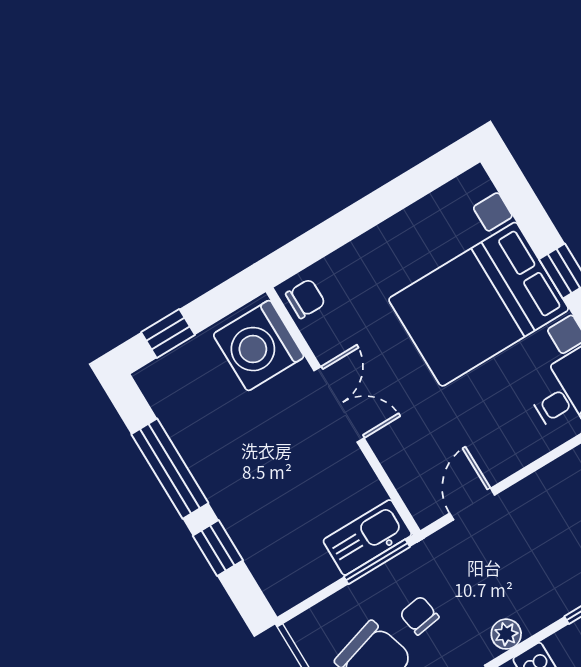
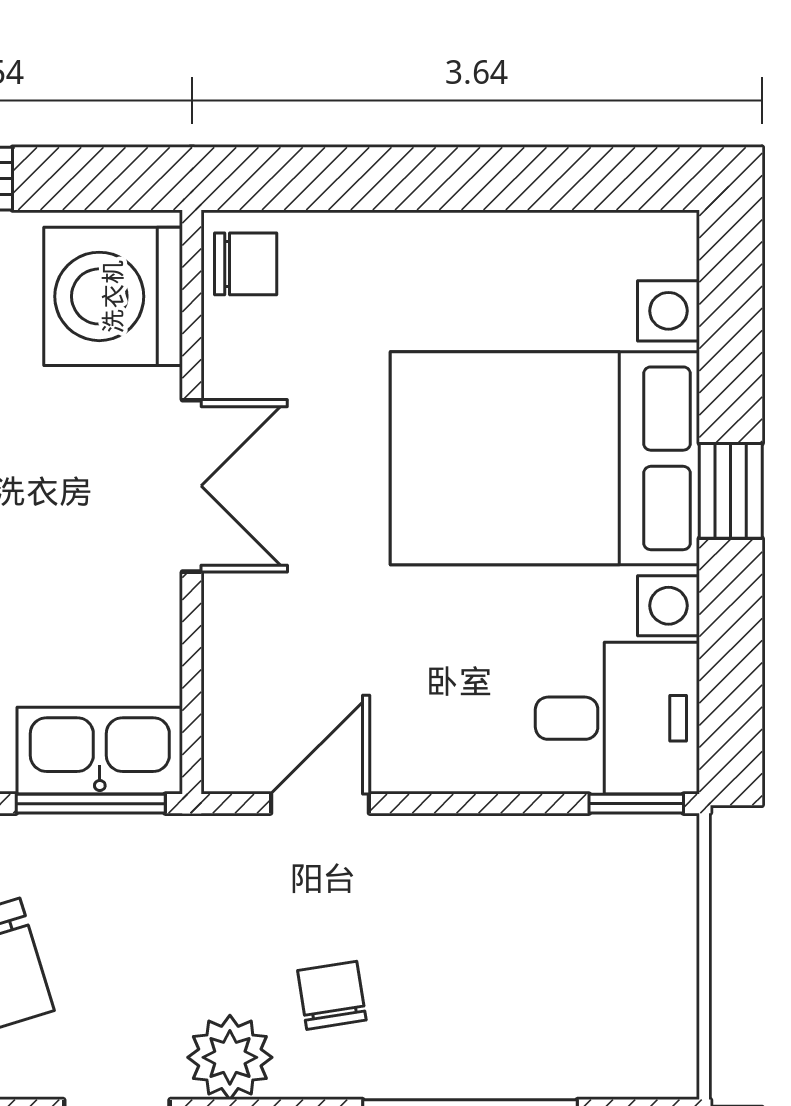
chair: (419, 615) -> (332, 995), moved
plant: (506, 634) -> (230, 1057), width x1.38, depth x1.38

